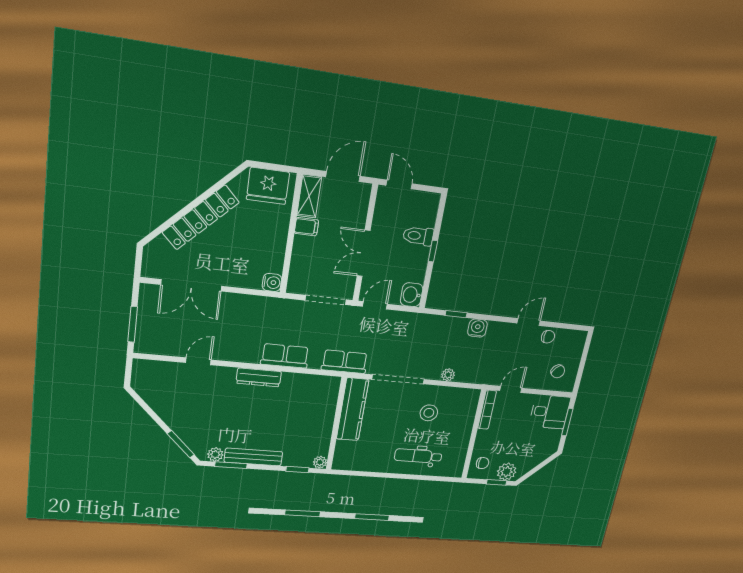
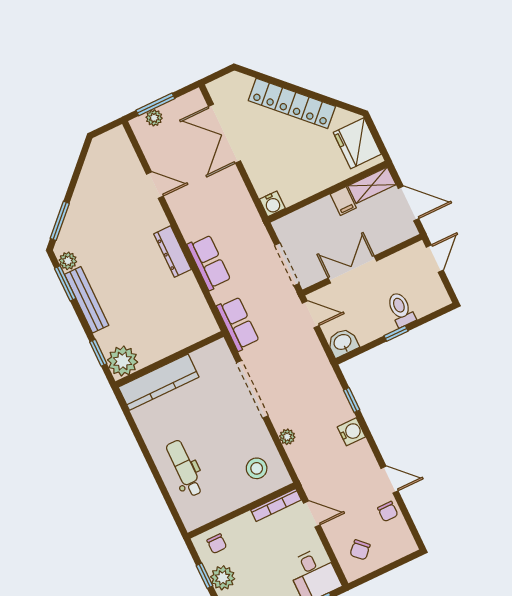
plant: (143, 331) -> (154, 118), added
kitchen counter: (353, 409) -> (159, 382), moved
stool: (429, 413) -> (257, 468), moved
plant: (320, 462) -> (123, 361), width x1.87, depth x1.87

